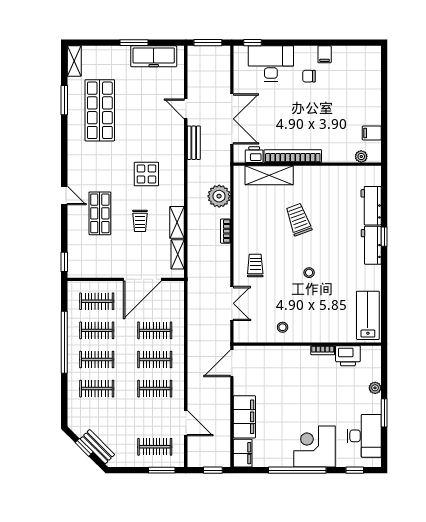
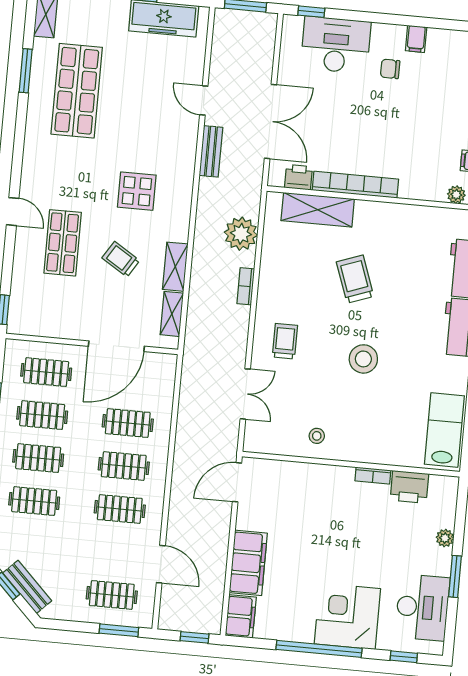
trolley: (140, 221) -> (121, 259), turned 122
stool: (309, 273) -> (363, 359), width x1.89, depth x1.89

